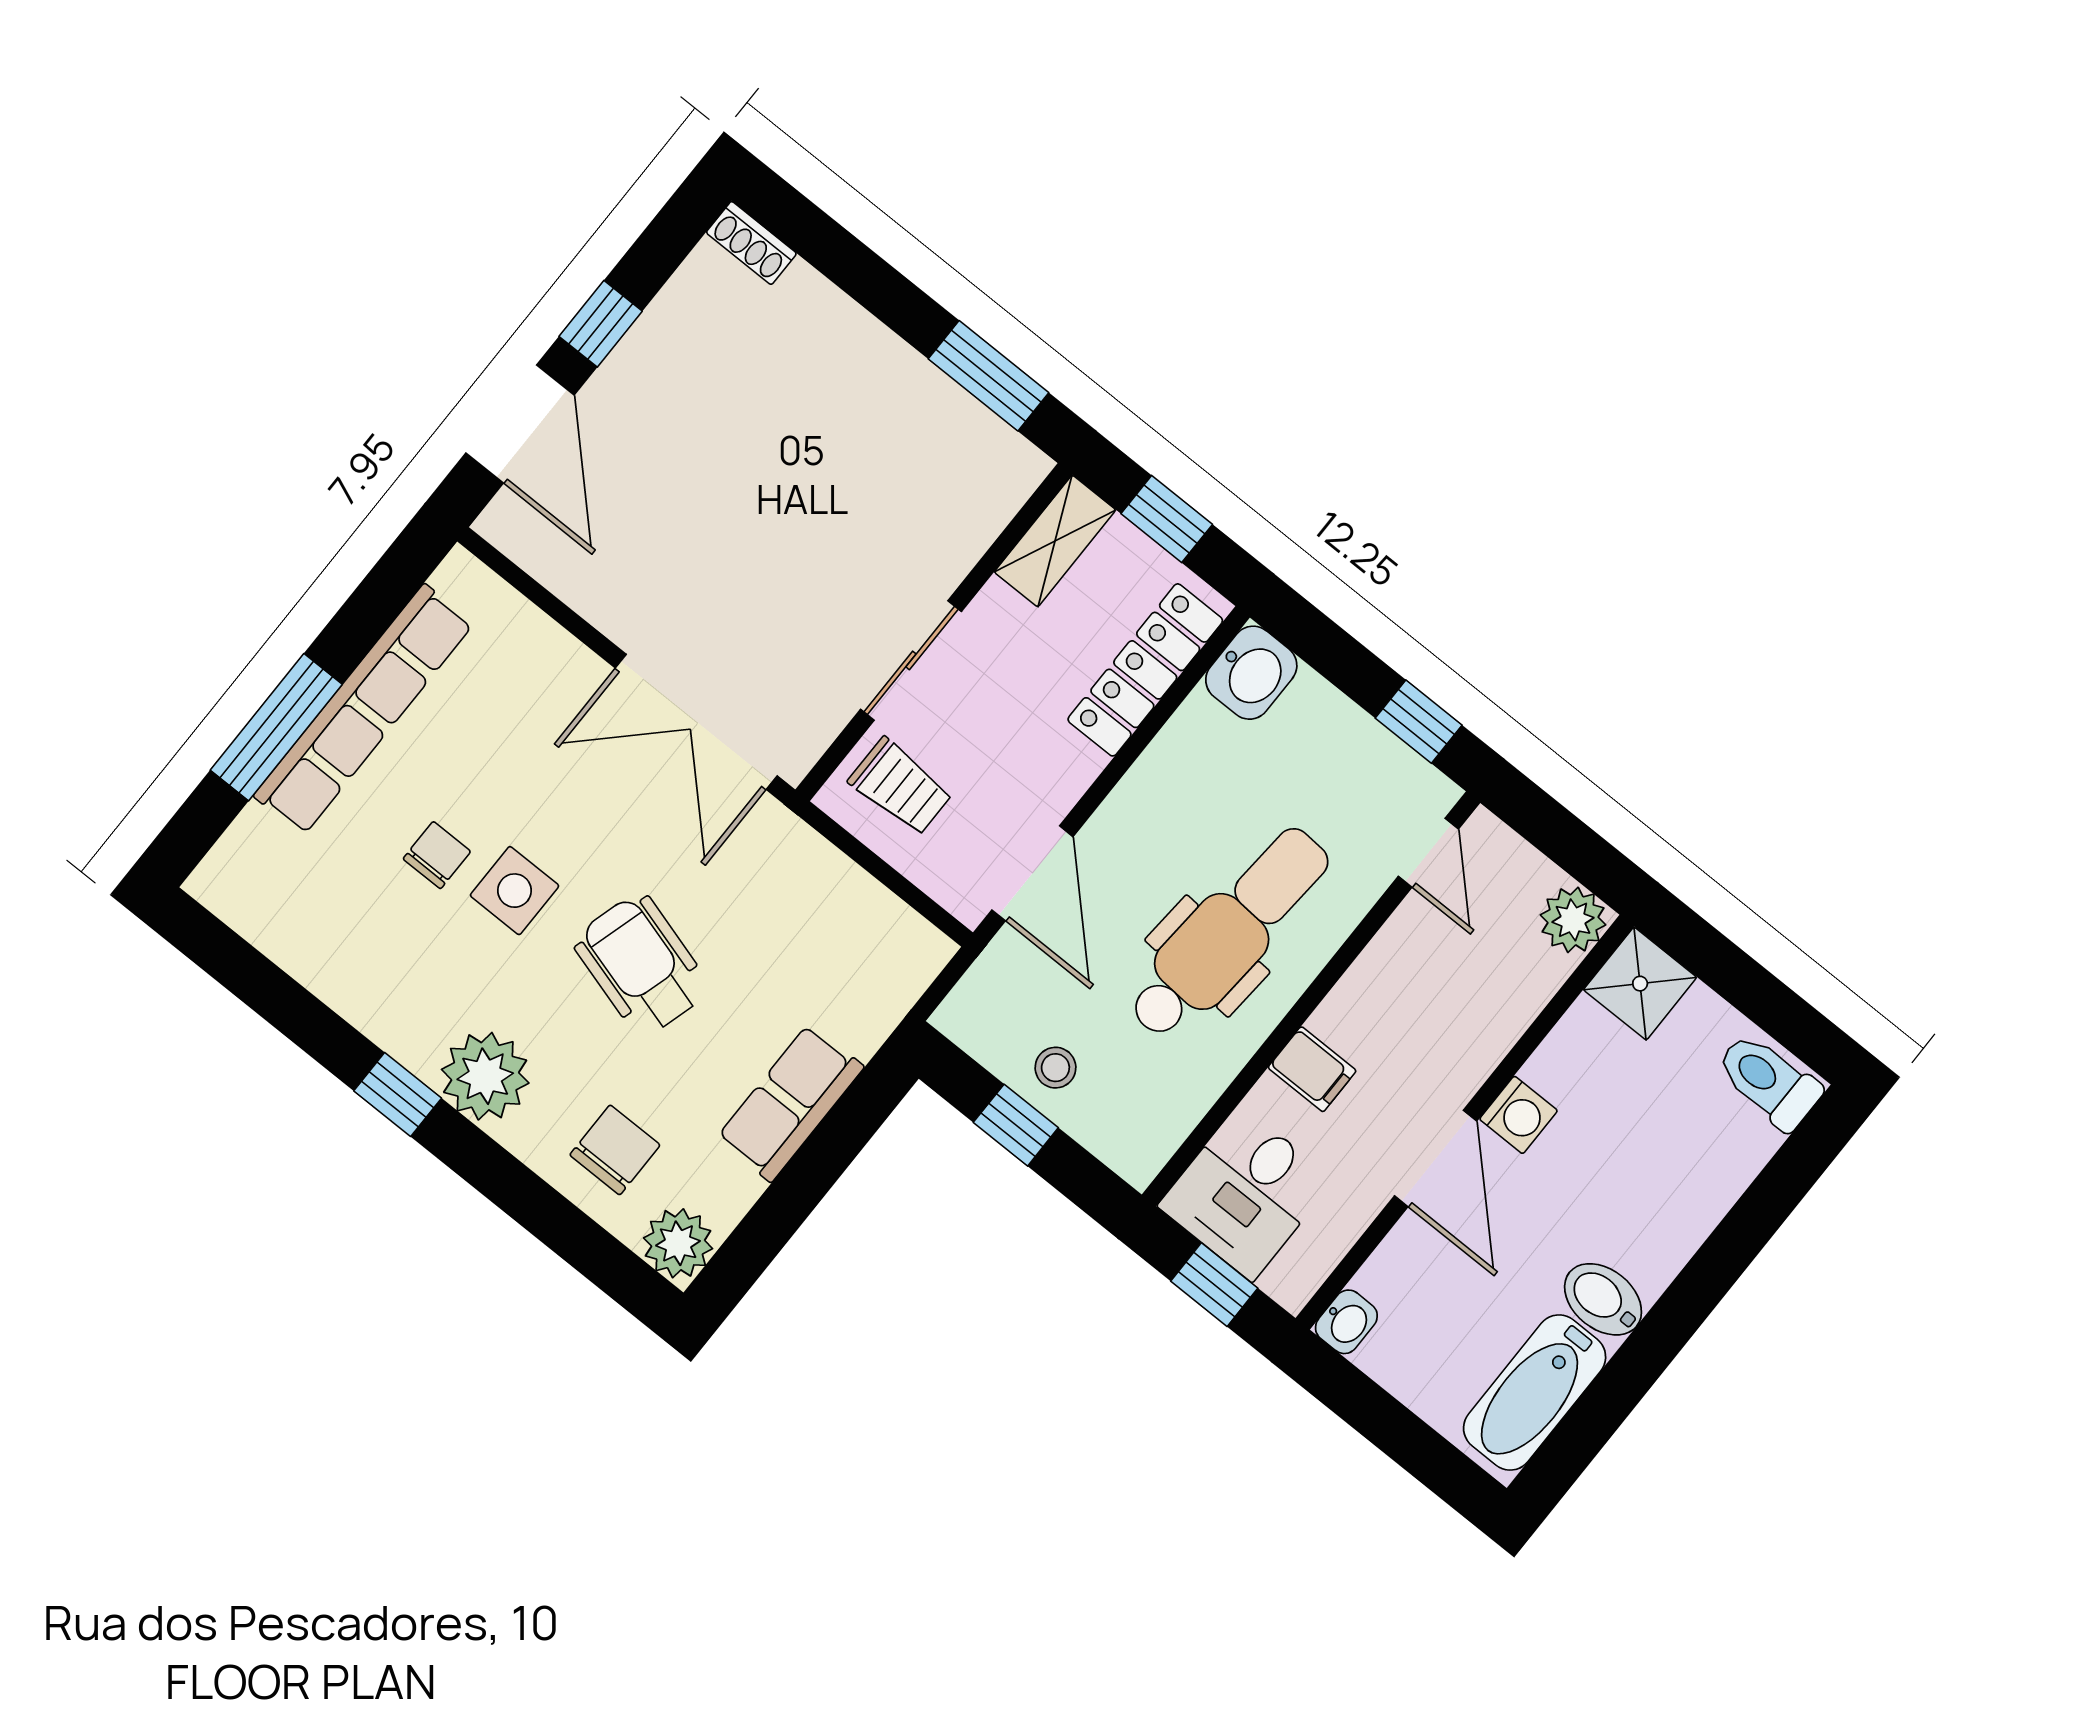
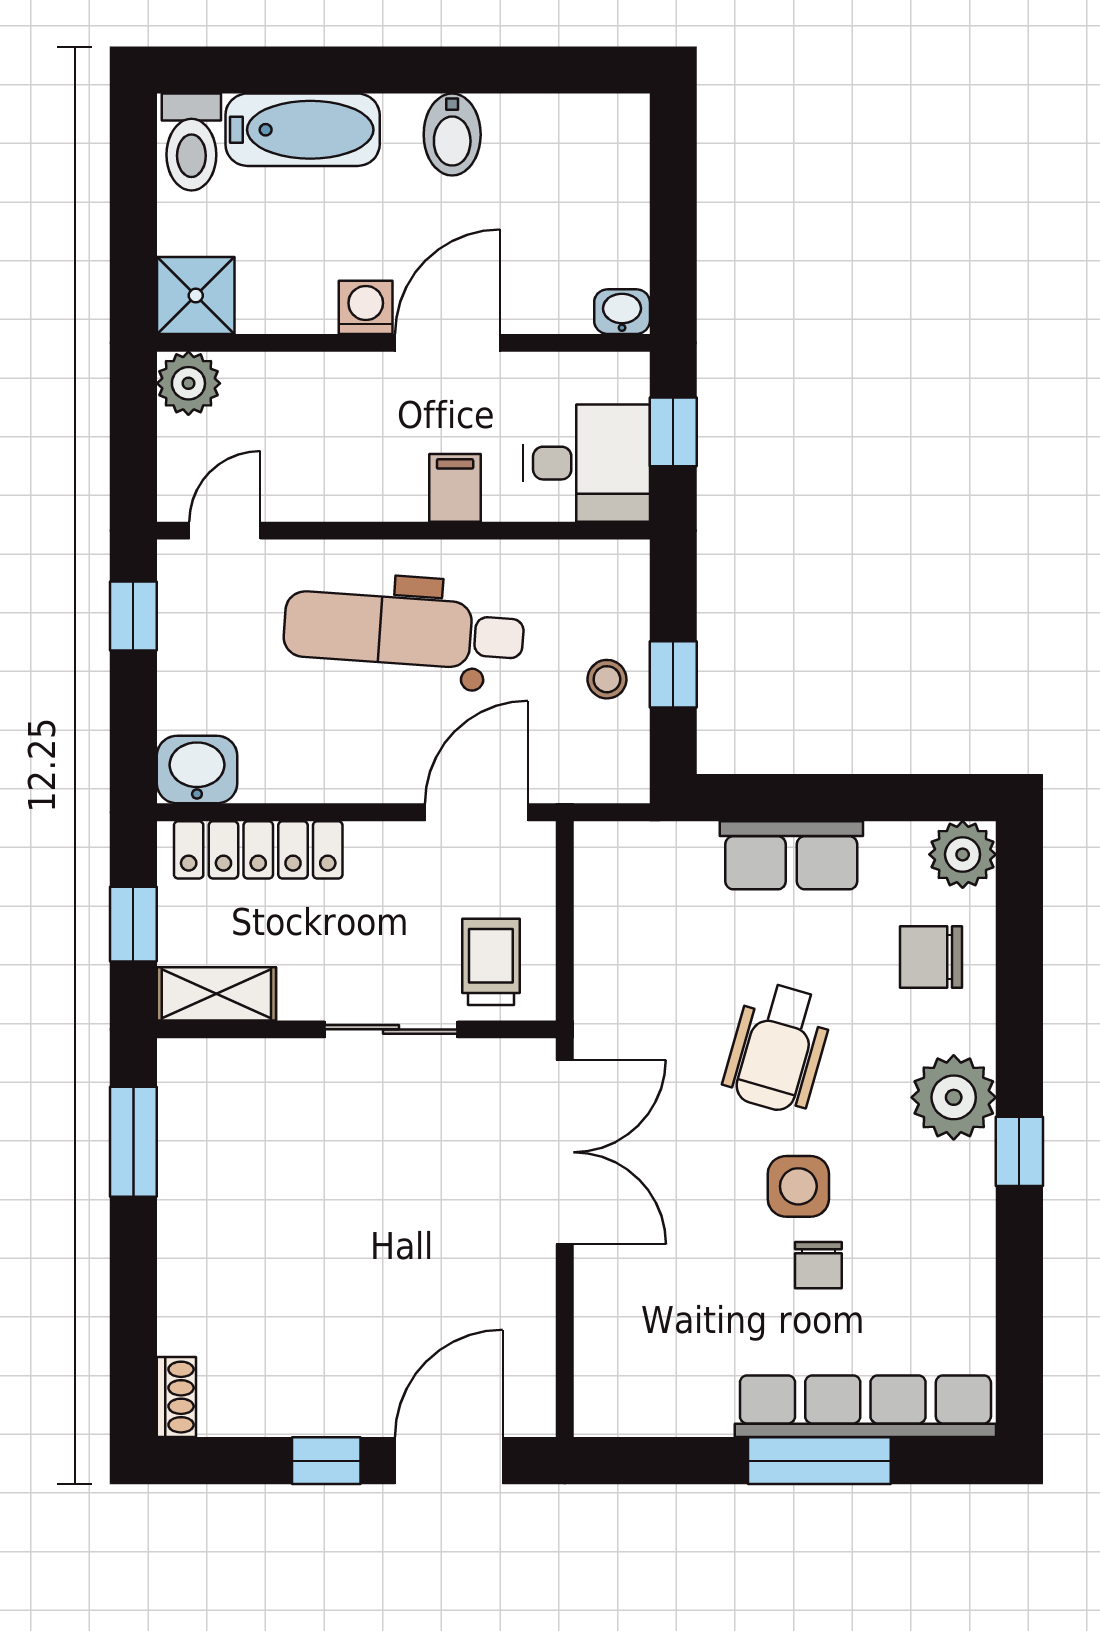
row of seats: (364, 710) -> (865, 1406), moved
chair: (437, 855) -> (818, 1265), turned -90
bathtub: (1535, 1393) -> (303, 130), moved

